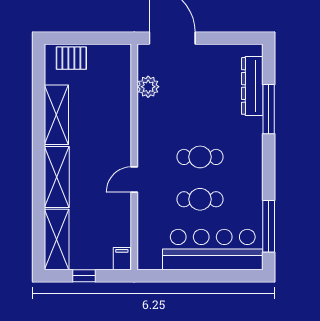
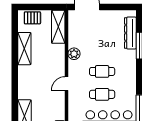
plant: (148, 87) -> (74, 54), moved
shelving: (57, 177) -> (58, 27), moved

